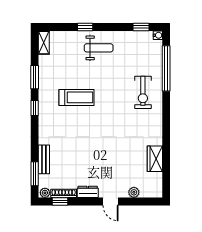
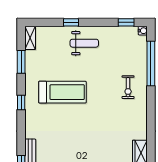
window: (35, 77) -> (21, 62), moved
exercise bike: (143, 92) -> (128, 87), width x0.73, depth x0.72
treadmill: (77, 97) -> (62, 92), width x1.37, depth x1.38

